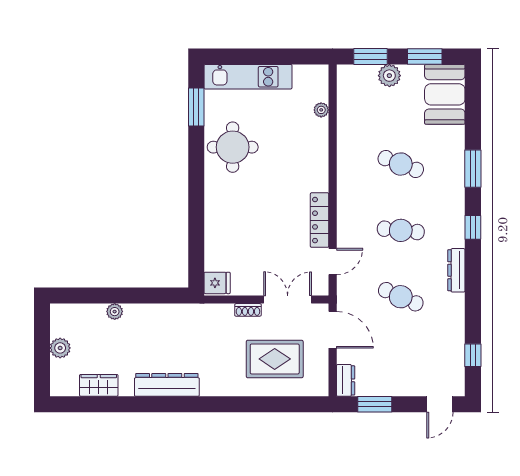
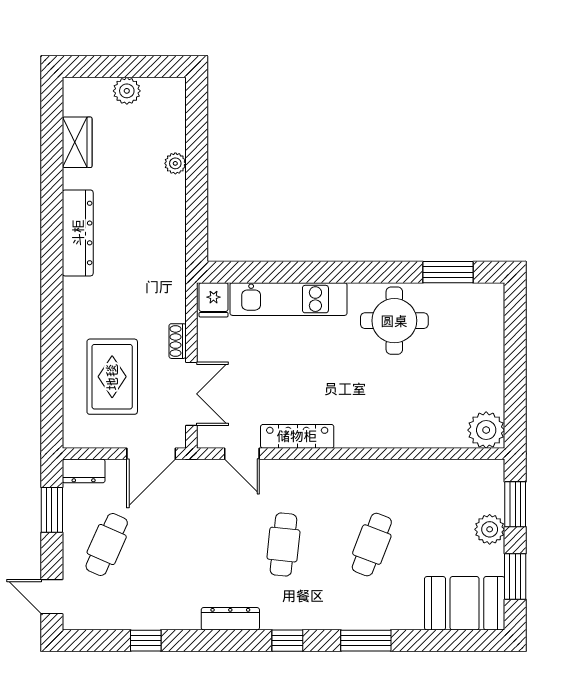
kitchen unit: (248, 77) -> (289, 299), moved, turned -90
plant: (321, 110) -> (486, 430), moved, width x1.88, depth x1.88
cafe table: (401, 297) -> (107, 545), moved
window: (473, 355) -> (146, 641), moved

